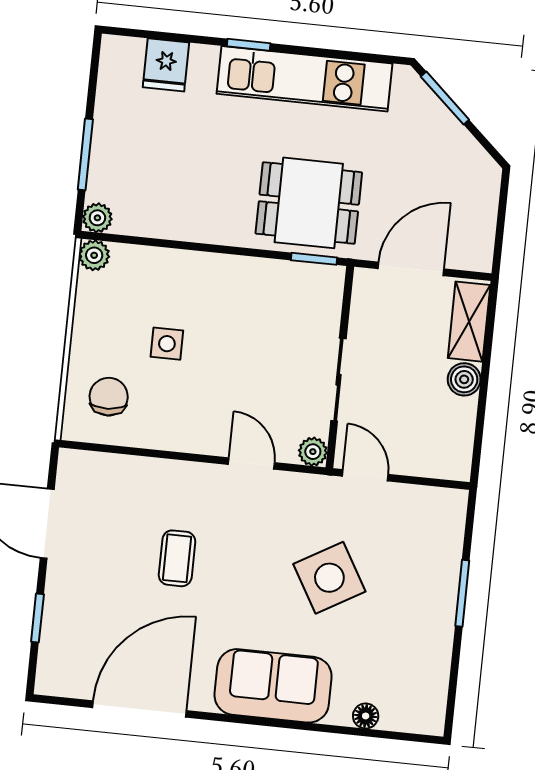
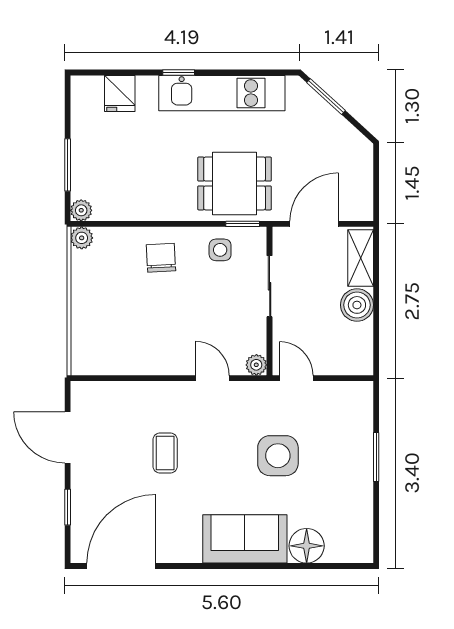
side table: (167, 344) -> (220, 250), moved
boiler: (464, 379) -> (357, 305), width x1.36, depth x1.36
sliding door: (338, 380) -> (270, 286), moved
chair: (109, 397) -> (161, 258), moved
side table: (329, 578) -> (278, 456), turned 30
door: (139, 709) -> (121, 566), moved
floor lamp: (366, 716) -> (307, 546), width x1.89, depth x1.89

